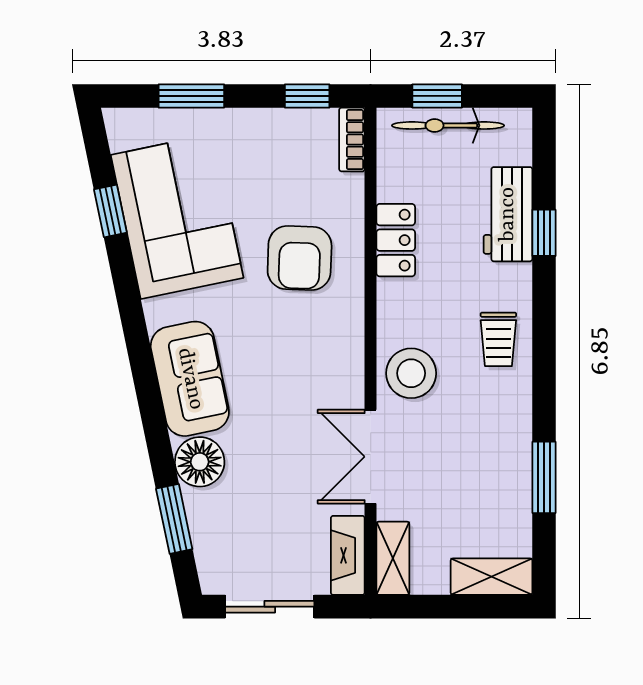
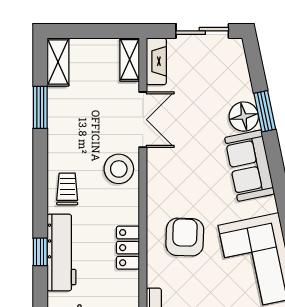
workbench: (508, 214) -> (62, 252), width x1.38
window: (174, 519) -> (265, 111), moved
shelving: (491, 577) -> (58, 62), moved, turned 90

